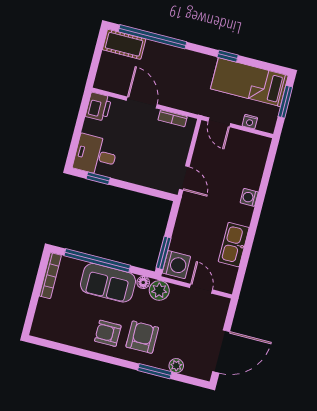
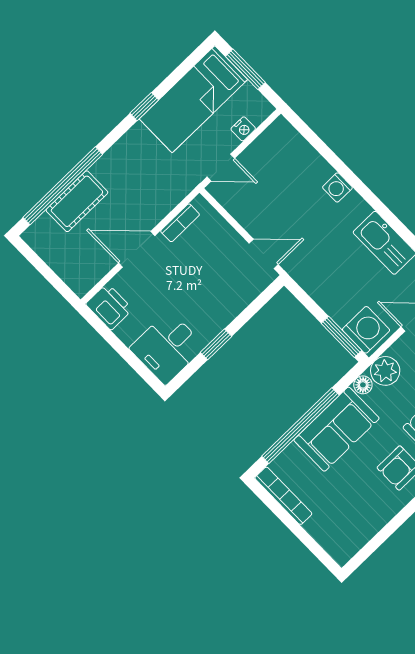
cot: (124, 44) -> (77, 201), moved
window: (98, 178) -> (216, 344), moved

